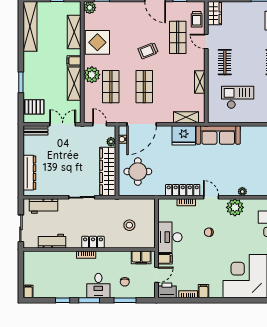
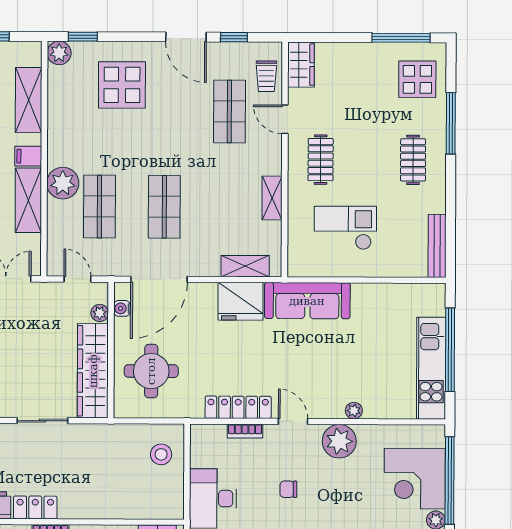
display table: (97, 42) -> (122, 85), moved
trolley: (148, 51) -> (172, 137), removed
stool: (129, 225) -> (161, 454), moved
locker: (93, 242) -> (35, 507), moved

